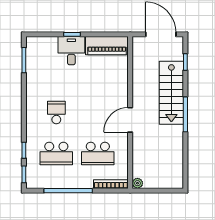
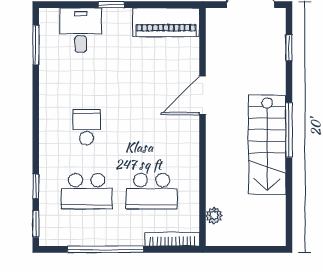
desk: (71, 51) -> (81, 30), moved
stairs: (171, 93) -> (267, 145), moved
door: (130, 120) -> (202, 95), moved
plant: (137, 183) -> (214, 216), moved

